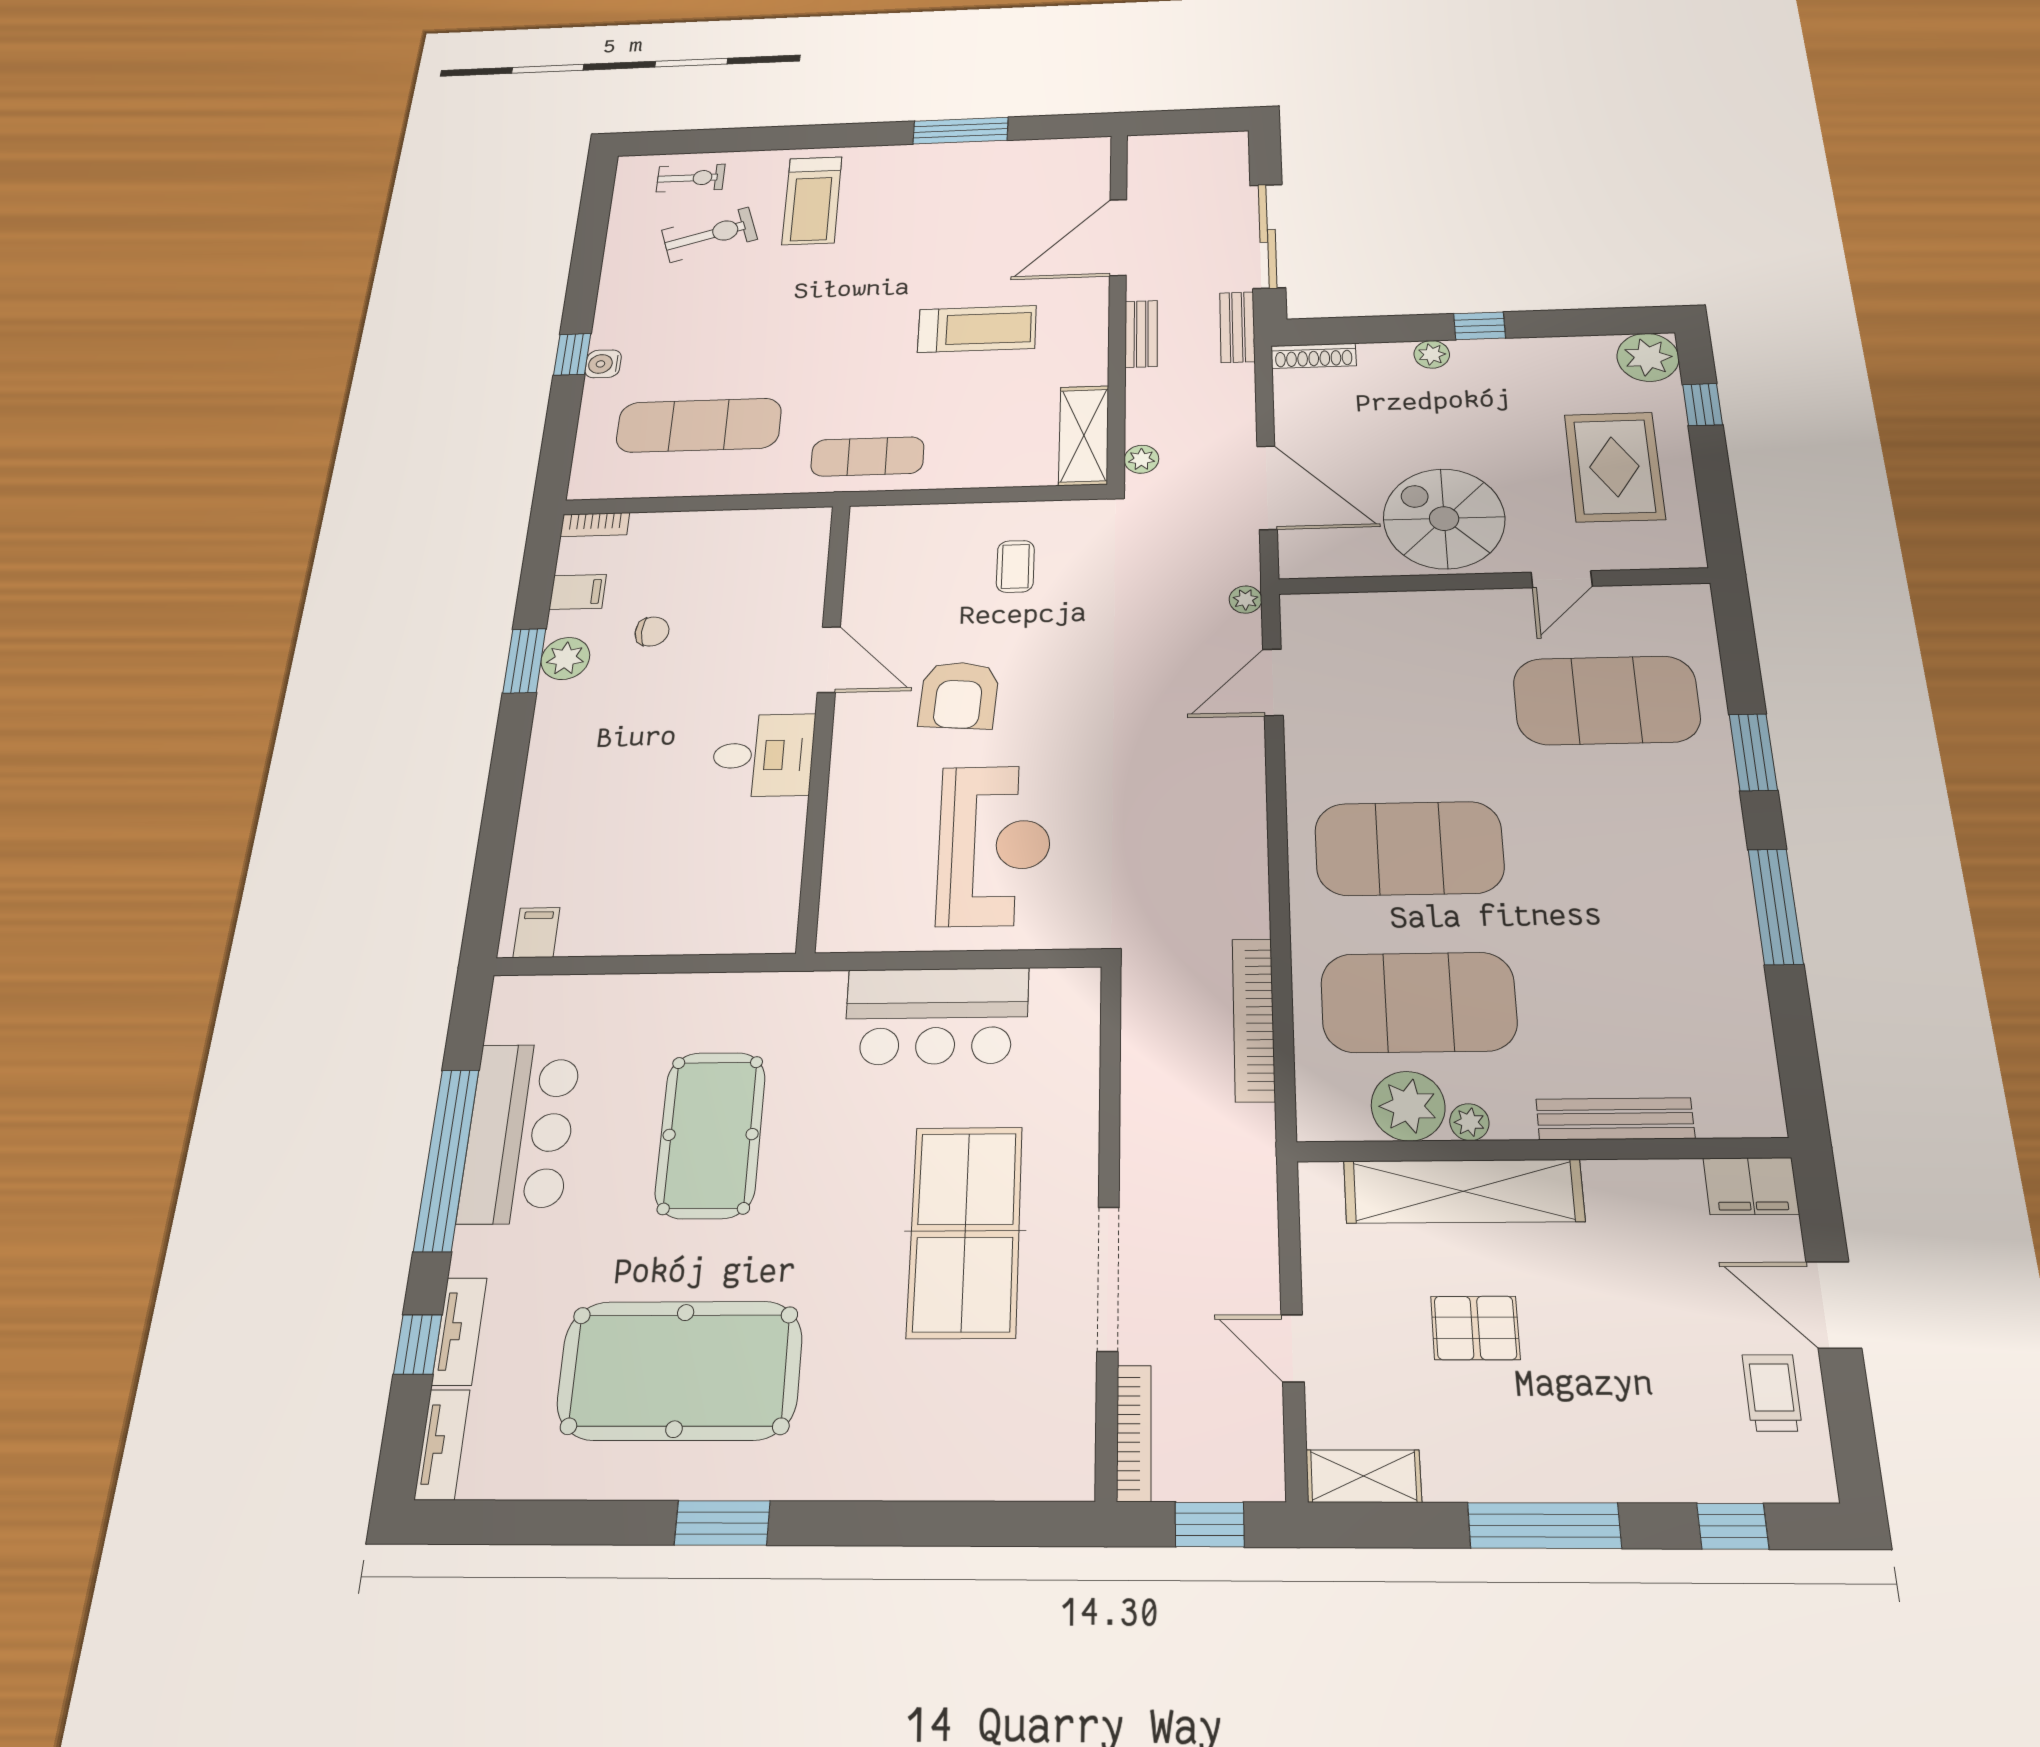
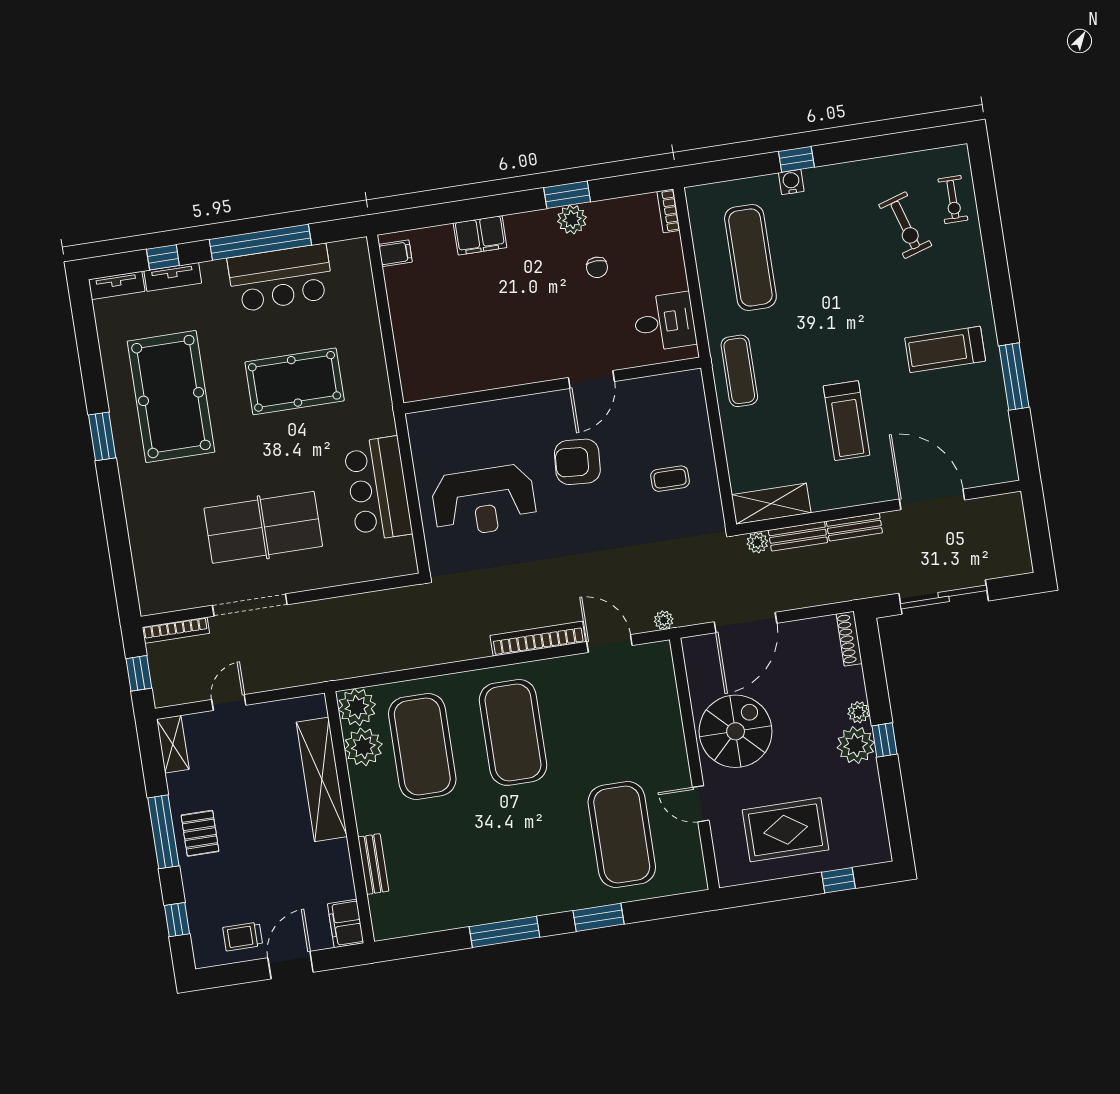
treadmill: (812, 200) -> (945, 349), moved
bench: (1237, 327) -> (798, 536), moved
plant: (1648, 357) -> (856, 745), moved
filing cabinet: (578, 592) -> (480, 235), moved, width x2.00
desk: (763, 755) -> (665, 322), moved, turned -90
bookcase: (1253, 1019) -> (538, 639), moved
bench: (1615, 1119) -> (373, 864), width x0.73
plant: (1469, 1122) -> (357, 707), moved, width x1.87, depth x1.87
pallet: (1475, 1328) -> (200, 833), moved
trolley: (1772, 1393) -> (243, 936), turned 180

